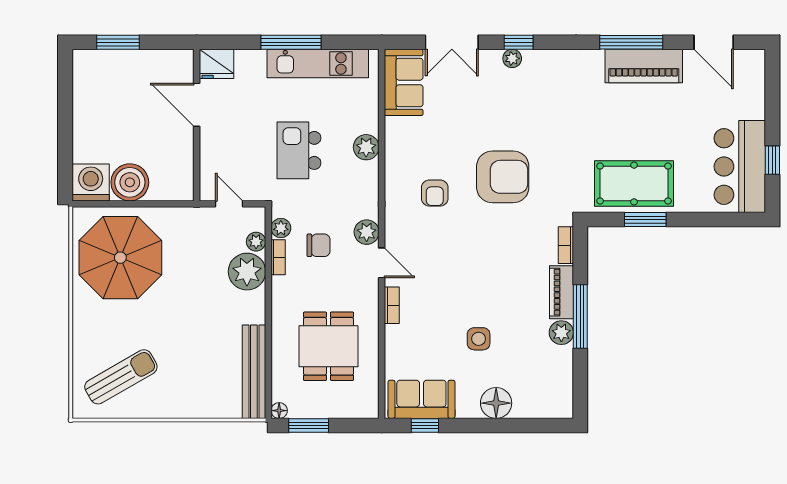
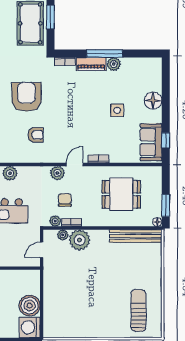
parasol: (120, 258) -> (72, 311), removed
sun lounger: (121, 377) -> (138, 310), turned 30

